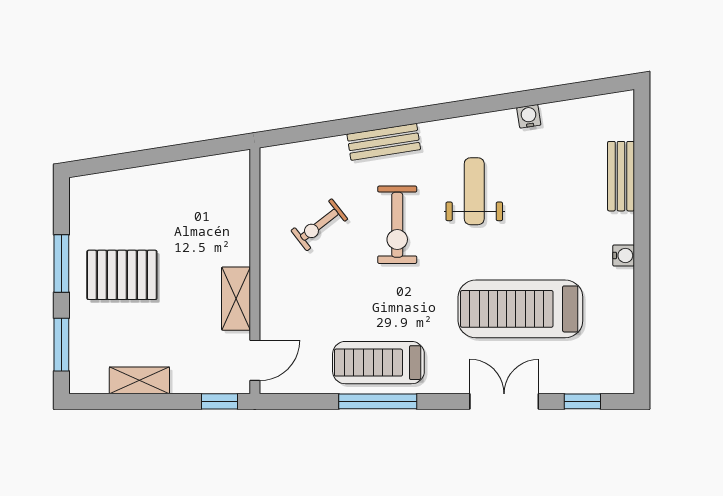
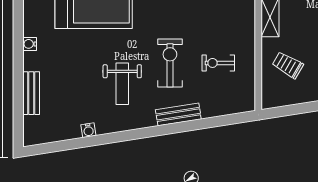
trolley: (207, 221) -> (288, 65), added
exercise bike: (319, 225) -> (218, 63), turned -142

